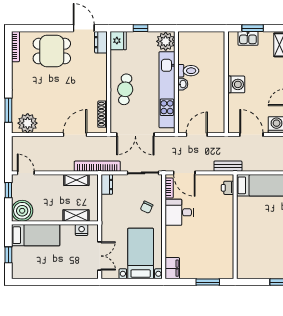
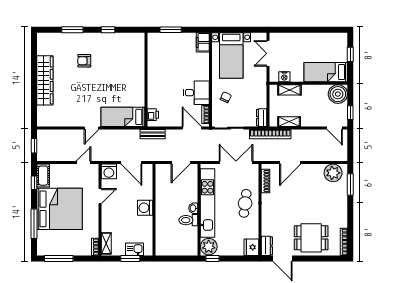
window: (140, 28) -> (212, 259), moved

